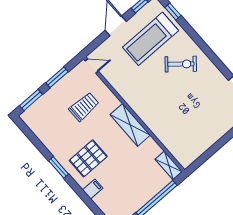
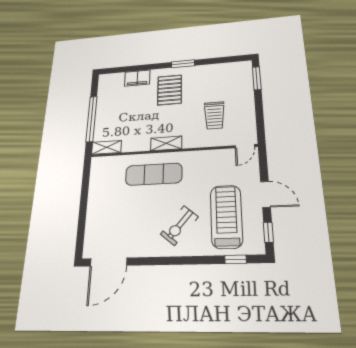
window: (57, 77) -> (259, 111), removed
exercise mat: (161, 112) -> (154, 174), added
shelving: (130, 125) -> (166, 143), width x0.67, depth x0.75
filing cabinet: (93, 189) -> (137, 78), width x2.00

